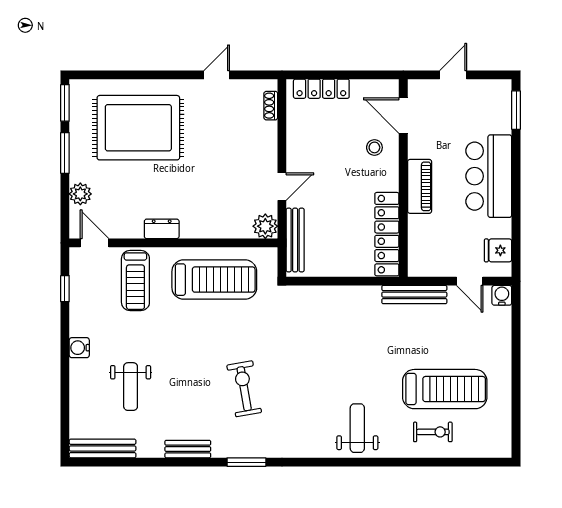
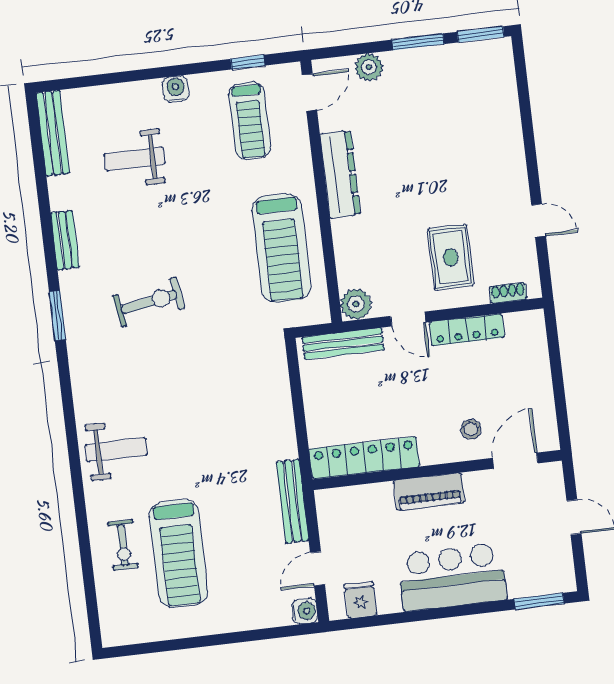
locker: (321, 89) -> (467, 330), moved, turned -90
rug: (138, 128) -> (451, 257), moved, width x0.54, depth x0.49
dresser: (162, 229) -> (340, 174), width x1.96, depth x1.24
treadmill: (135, 281) -> (250, 121), moved, turned -90

